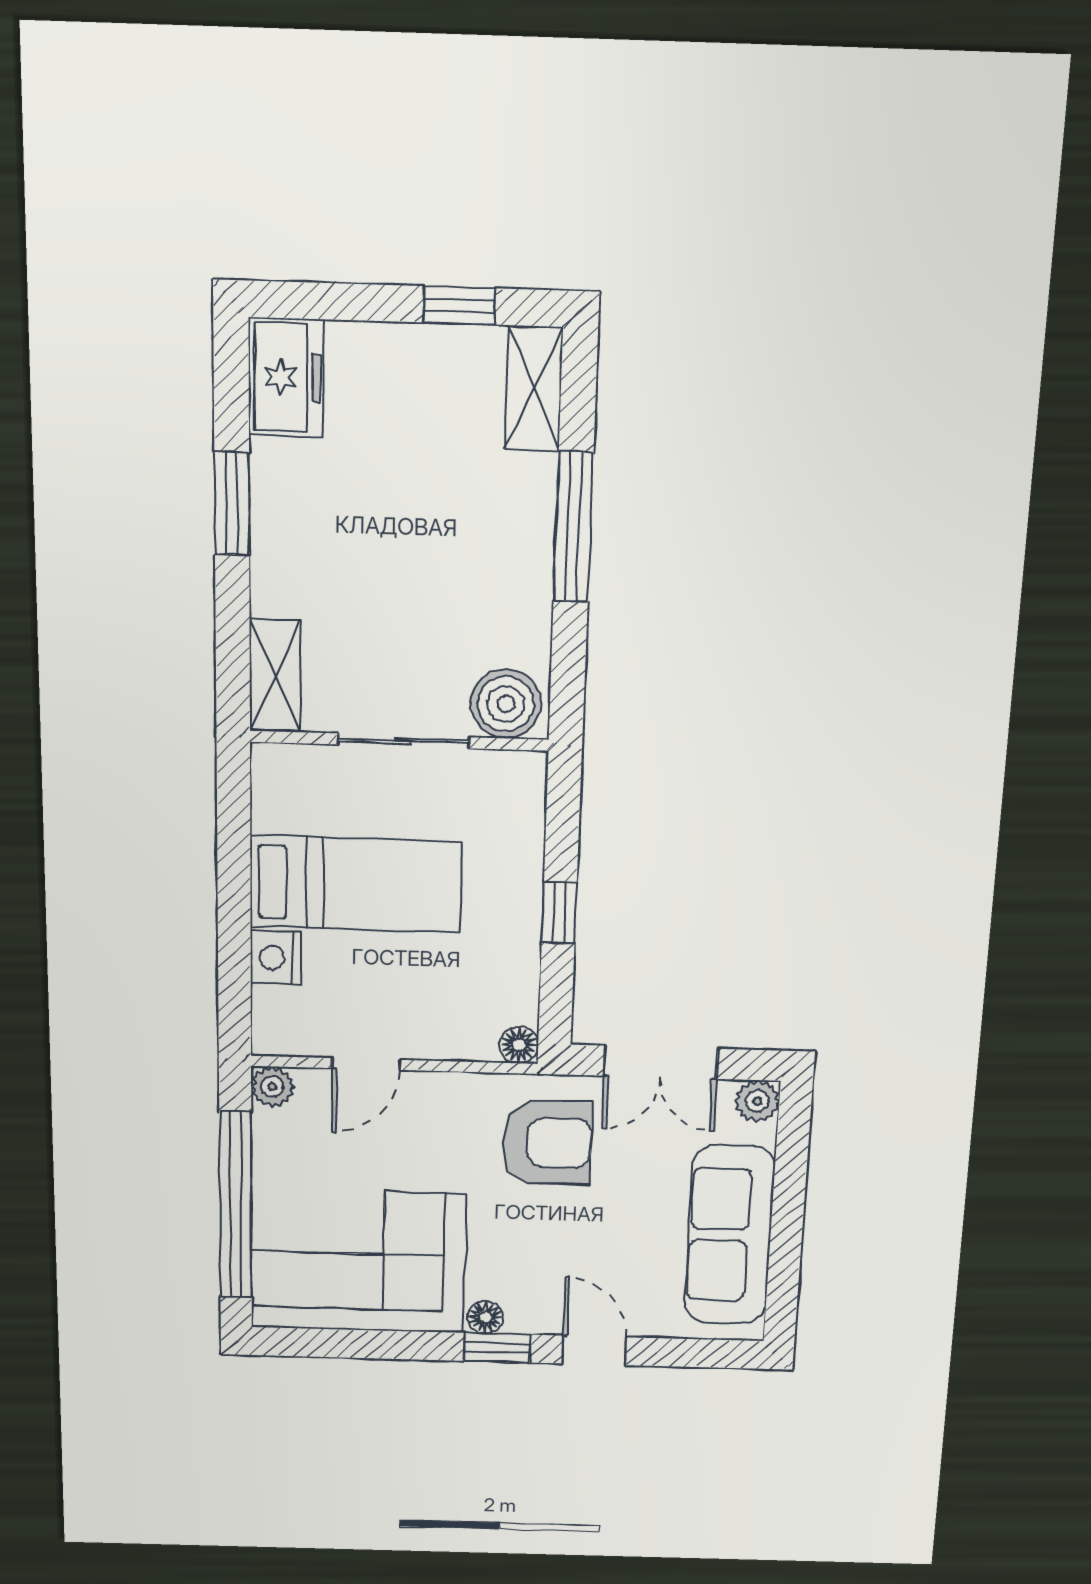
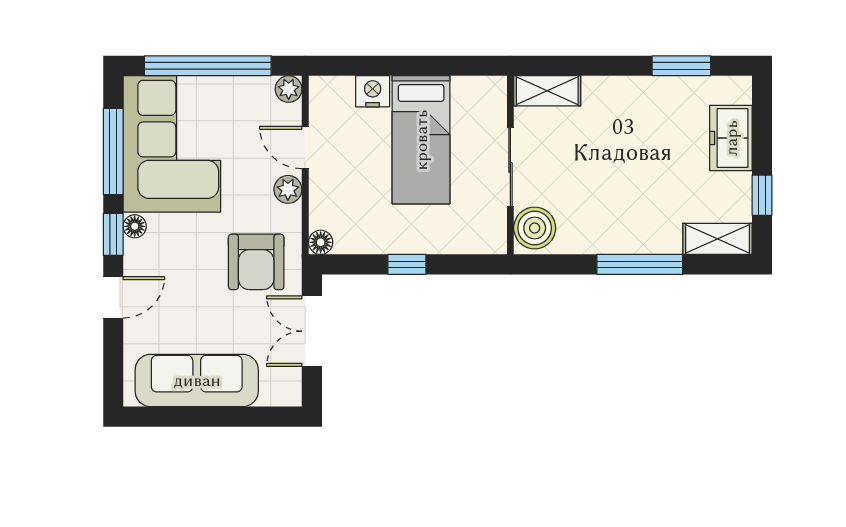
freezer: (286, 377) -> (731, 138), moved, turned 90
window: (232, 504) -> (681, 66), moved
plant: (757, 1101) -> (288, 189), moved
window: (369, 1344) -> (113, 152), added

